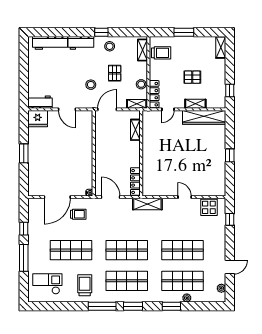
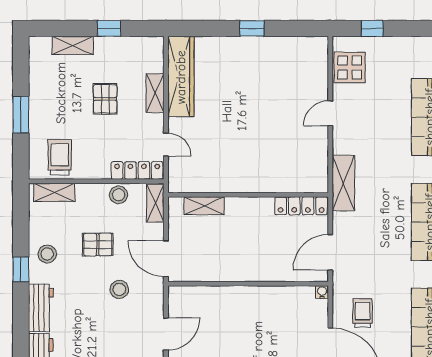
shelving: (221, 47) -> (73, 45), moved
window: (230, 91) -> (109, 28), moved

